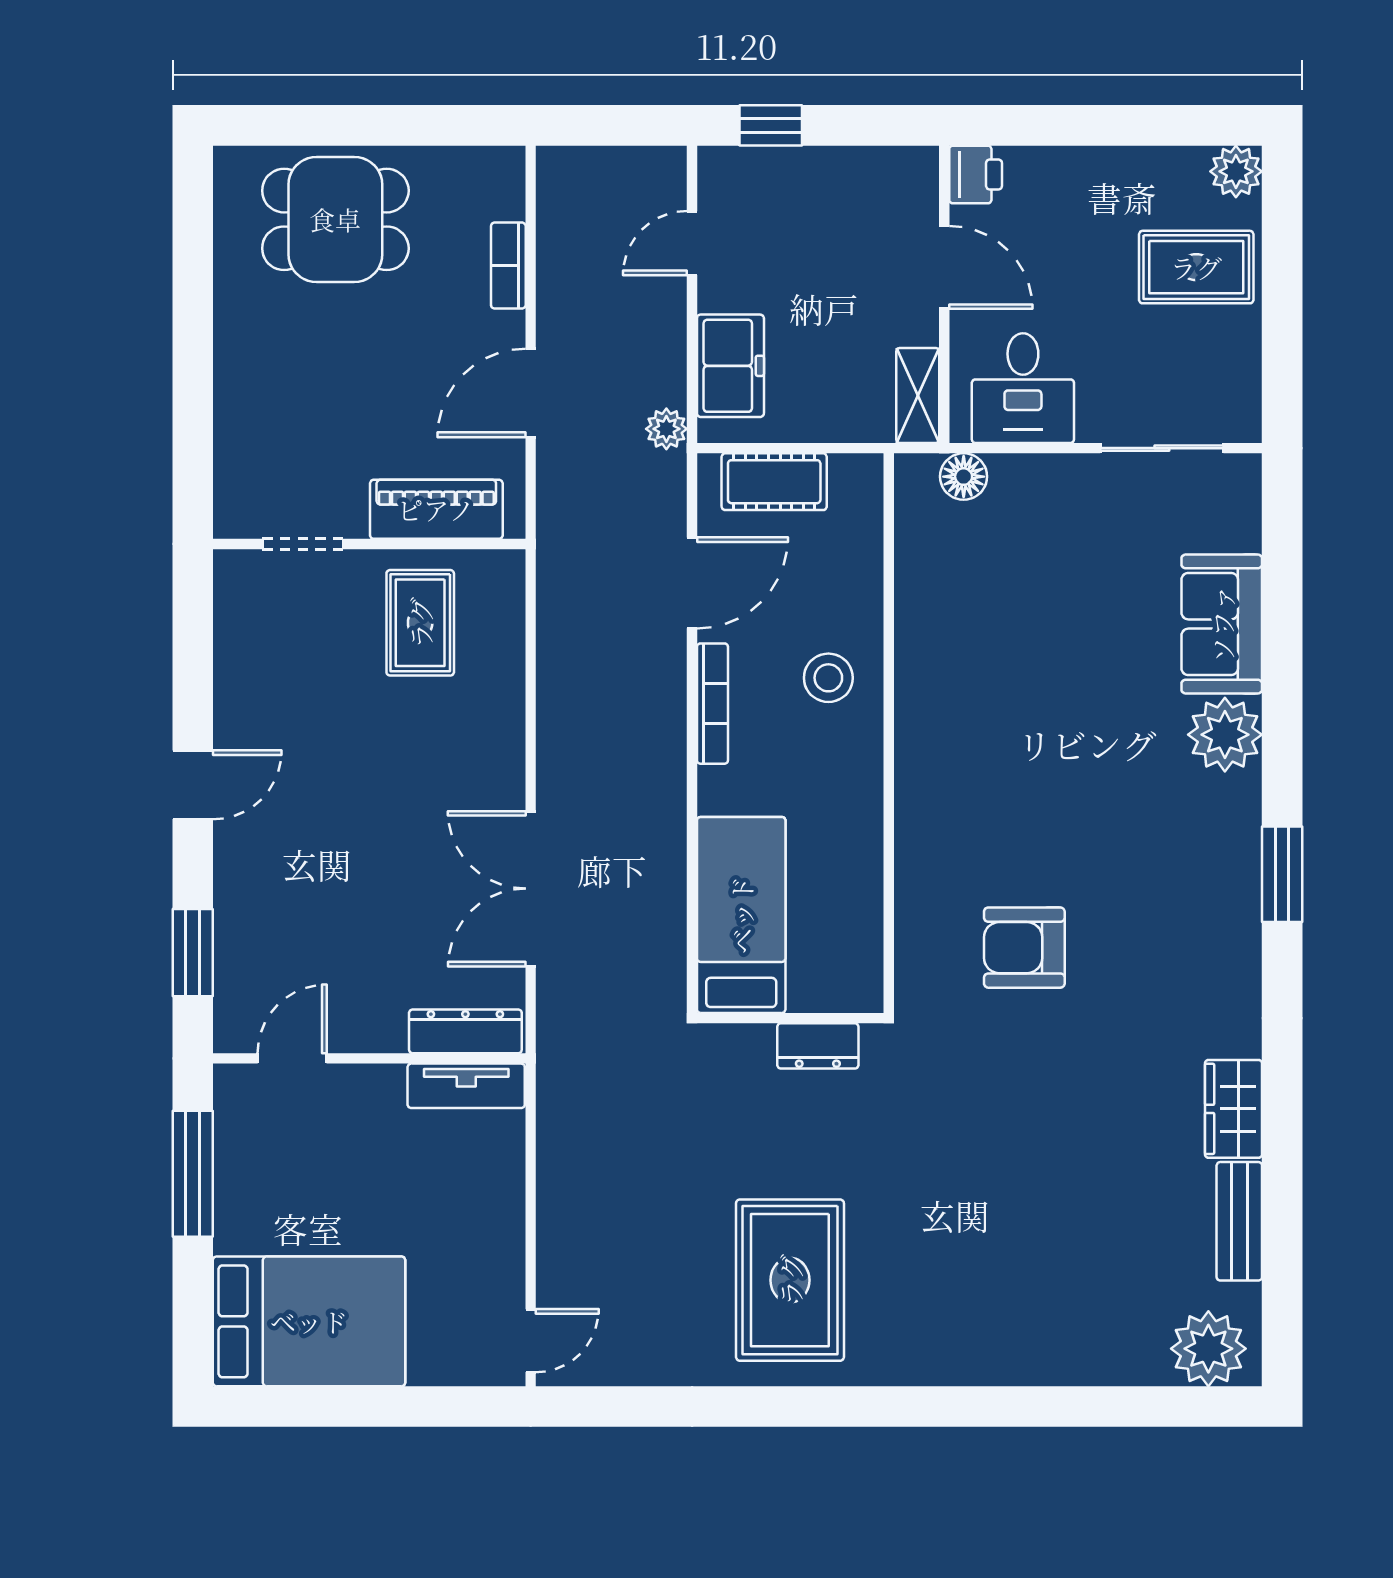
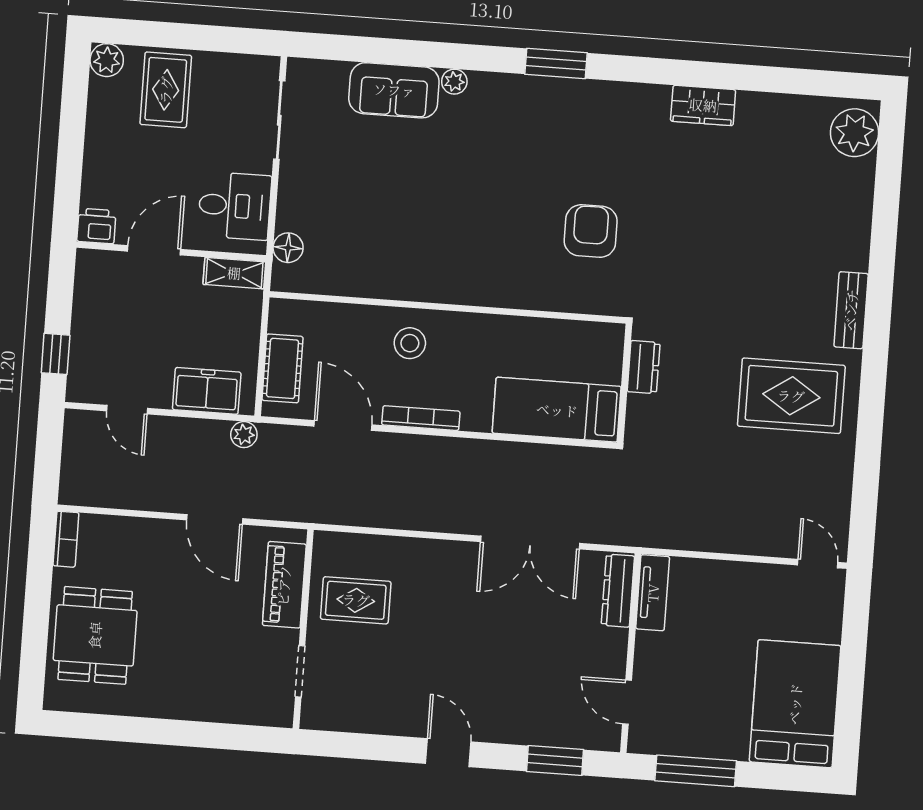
bookcase: (508, 266) -> (66, 539), moved, turned -90
plant: (1225, 735) -> (454, 82), width x0.53, depth x0.53
armchair: (1024, 948) -> (591, 231), turned 180
bench: (1239, 1221) -> (851, 310), moved, turned 90

